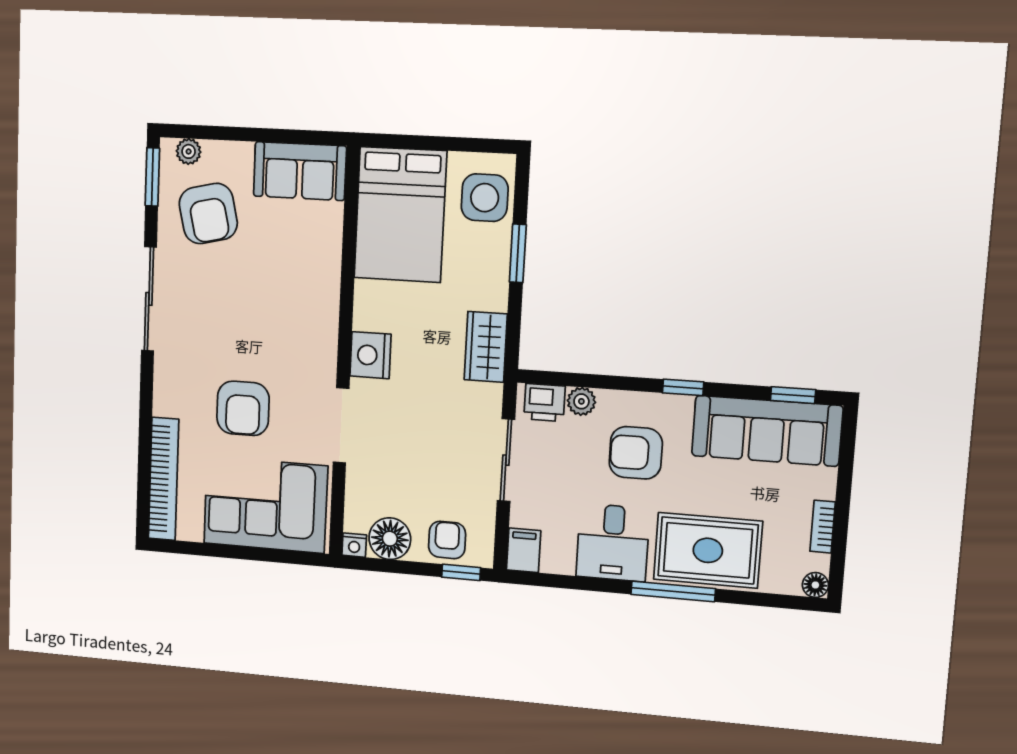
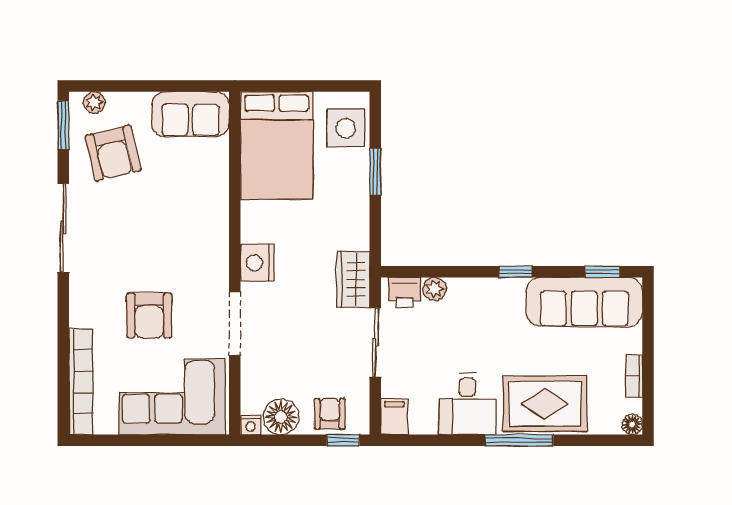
wardrobe: (486, 347) -> (353, 279), moved
armchair: (636, 453) -> (481, 328), removed

